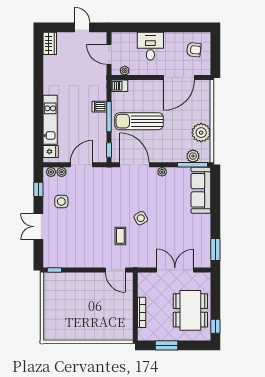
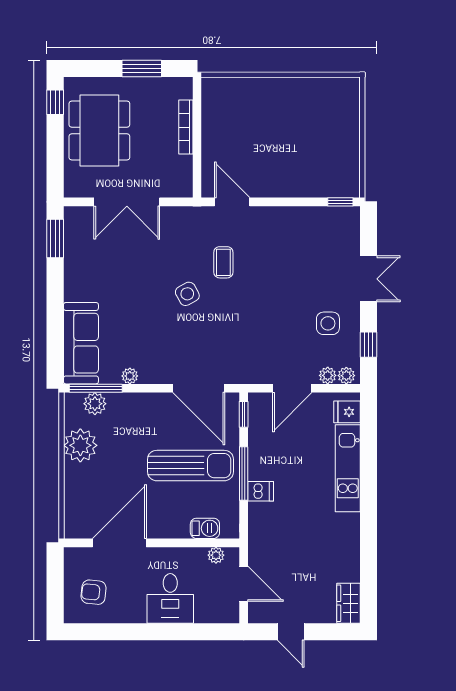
barbecue: (120, 86) -> (205, 528), moved
plant: (162, 172) -> (130, 376), moved

